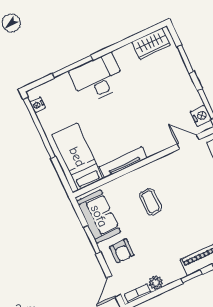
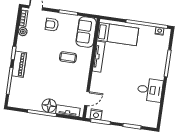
wardrobe: (151, 44) -> (152, 113), removed
desk: (98, 78) -> (150, 90), moved, width x0.73
sofa: (99, 216) -> (86, 32), moved, turned 90

